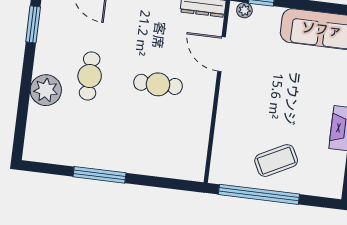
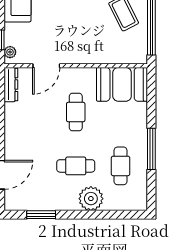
cafe table: (83, 133) -> (121, 166), added
booth: (186, 148) -> (122, 84), added

